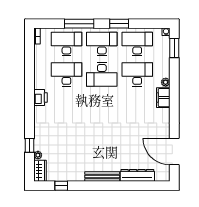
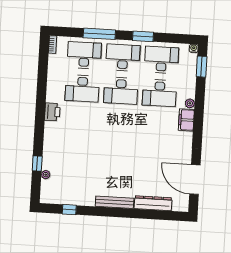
desk: (66, 74) -> (82, 88), turned 180
desk: (137, 74) -> (159, 93), turned 180
wardrobe: (40, 171) -> (47, 192), removed

